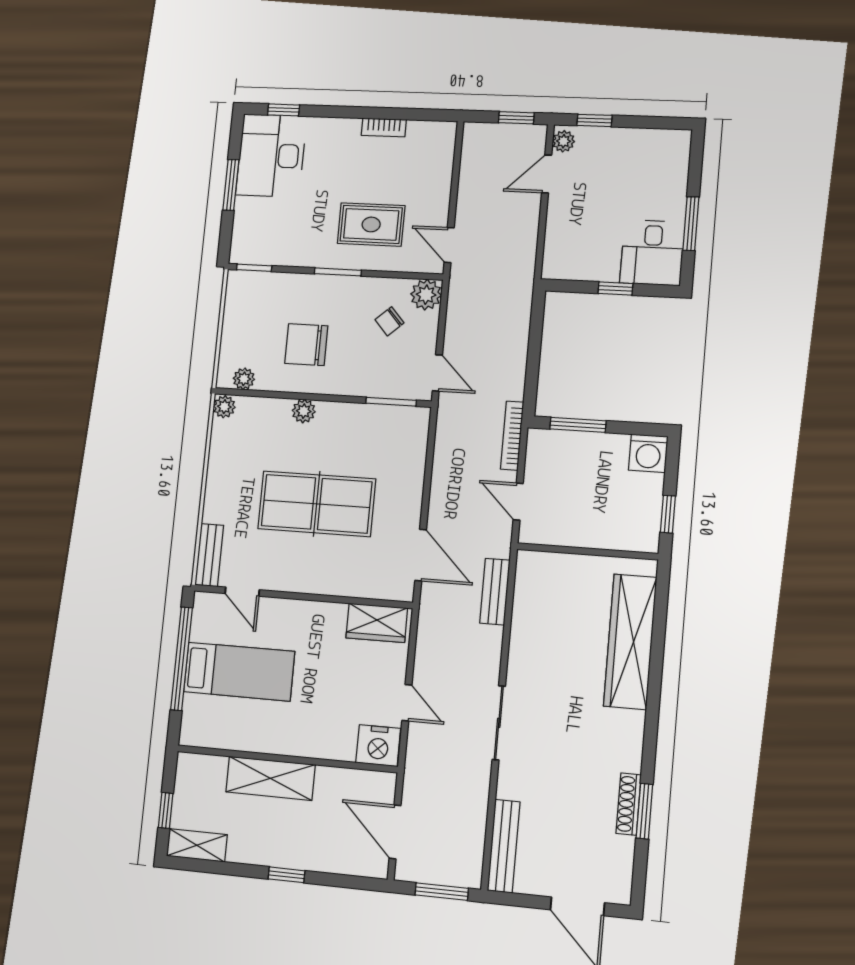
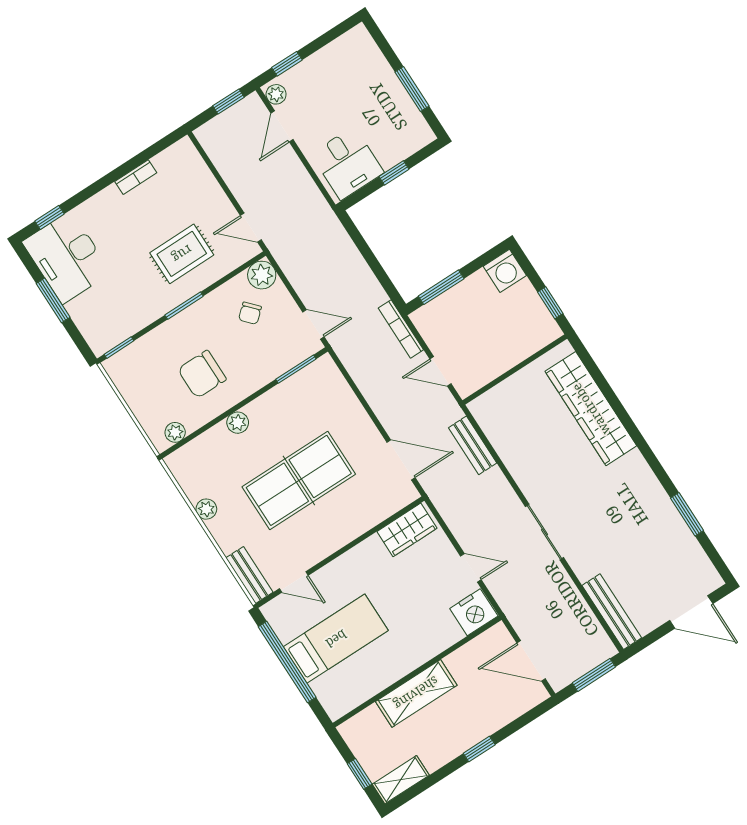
desk: (652, 253) -> (347, 163), moved
plant: (224, 407) -> (206, 509), moved
shoe rack: (629, 804) -> (673, 518), removed

